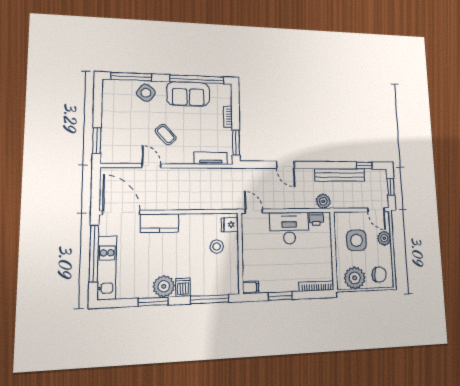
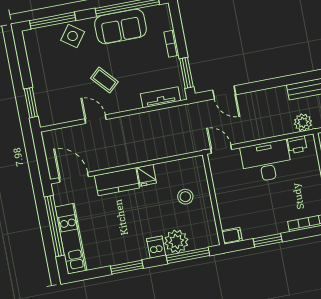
door: (285, 165) -> (224, 92), moved
door: (121, 213) -> (74, 177), width x0.73
fridge: (230, 225) -> (147, 175), moved, turned -90
plant: (164, 286) -> (176, 241), moved

